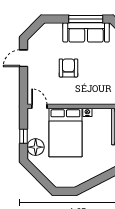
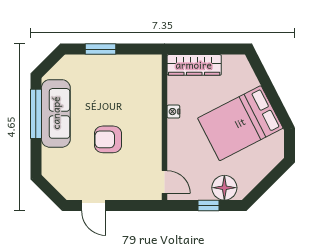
door: (39, 106) -> (165, 182), swing flipped
bed: (65, 133) -> (240, 123), moved, turned 153

